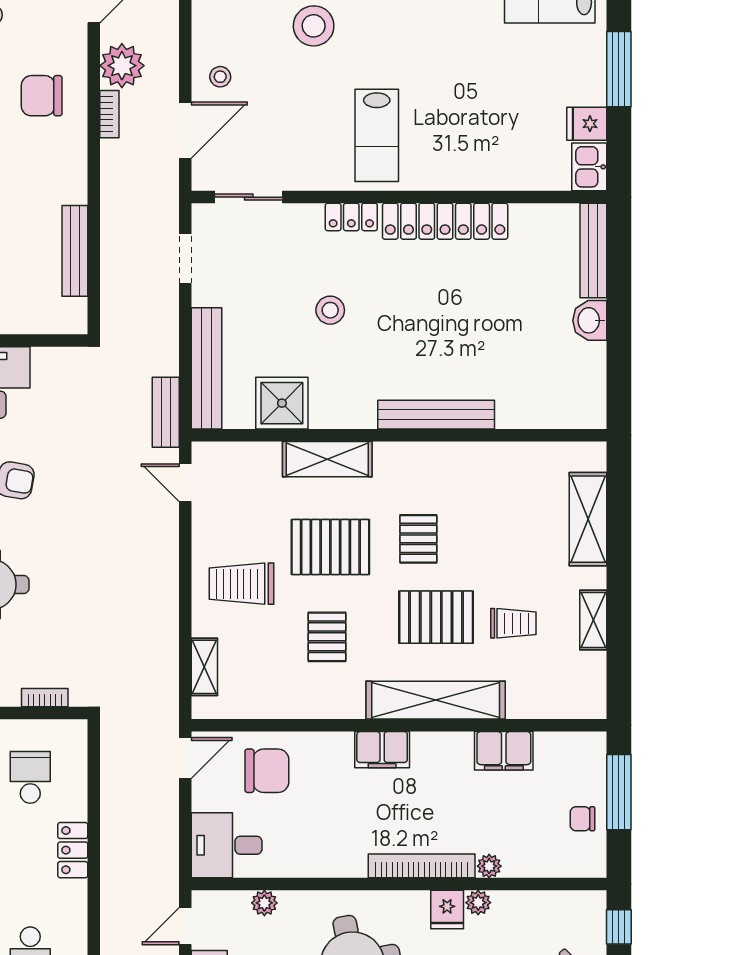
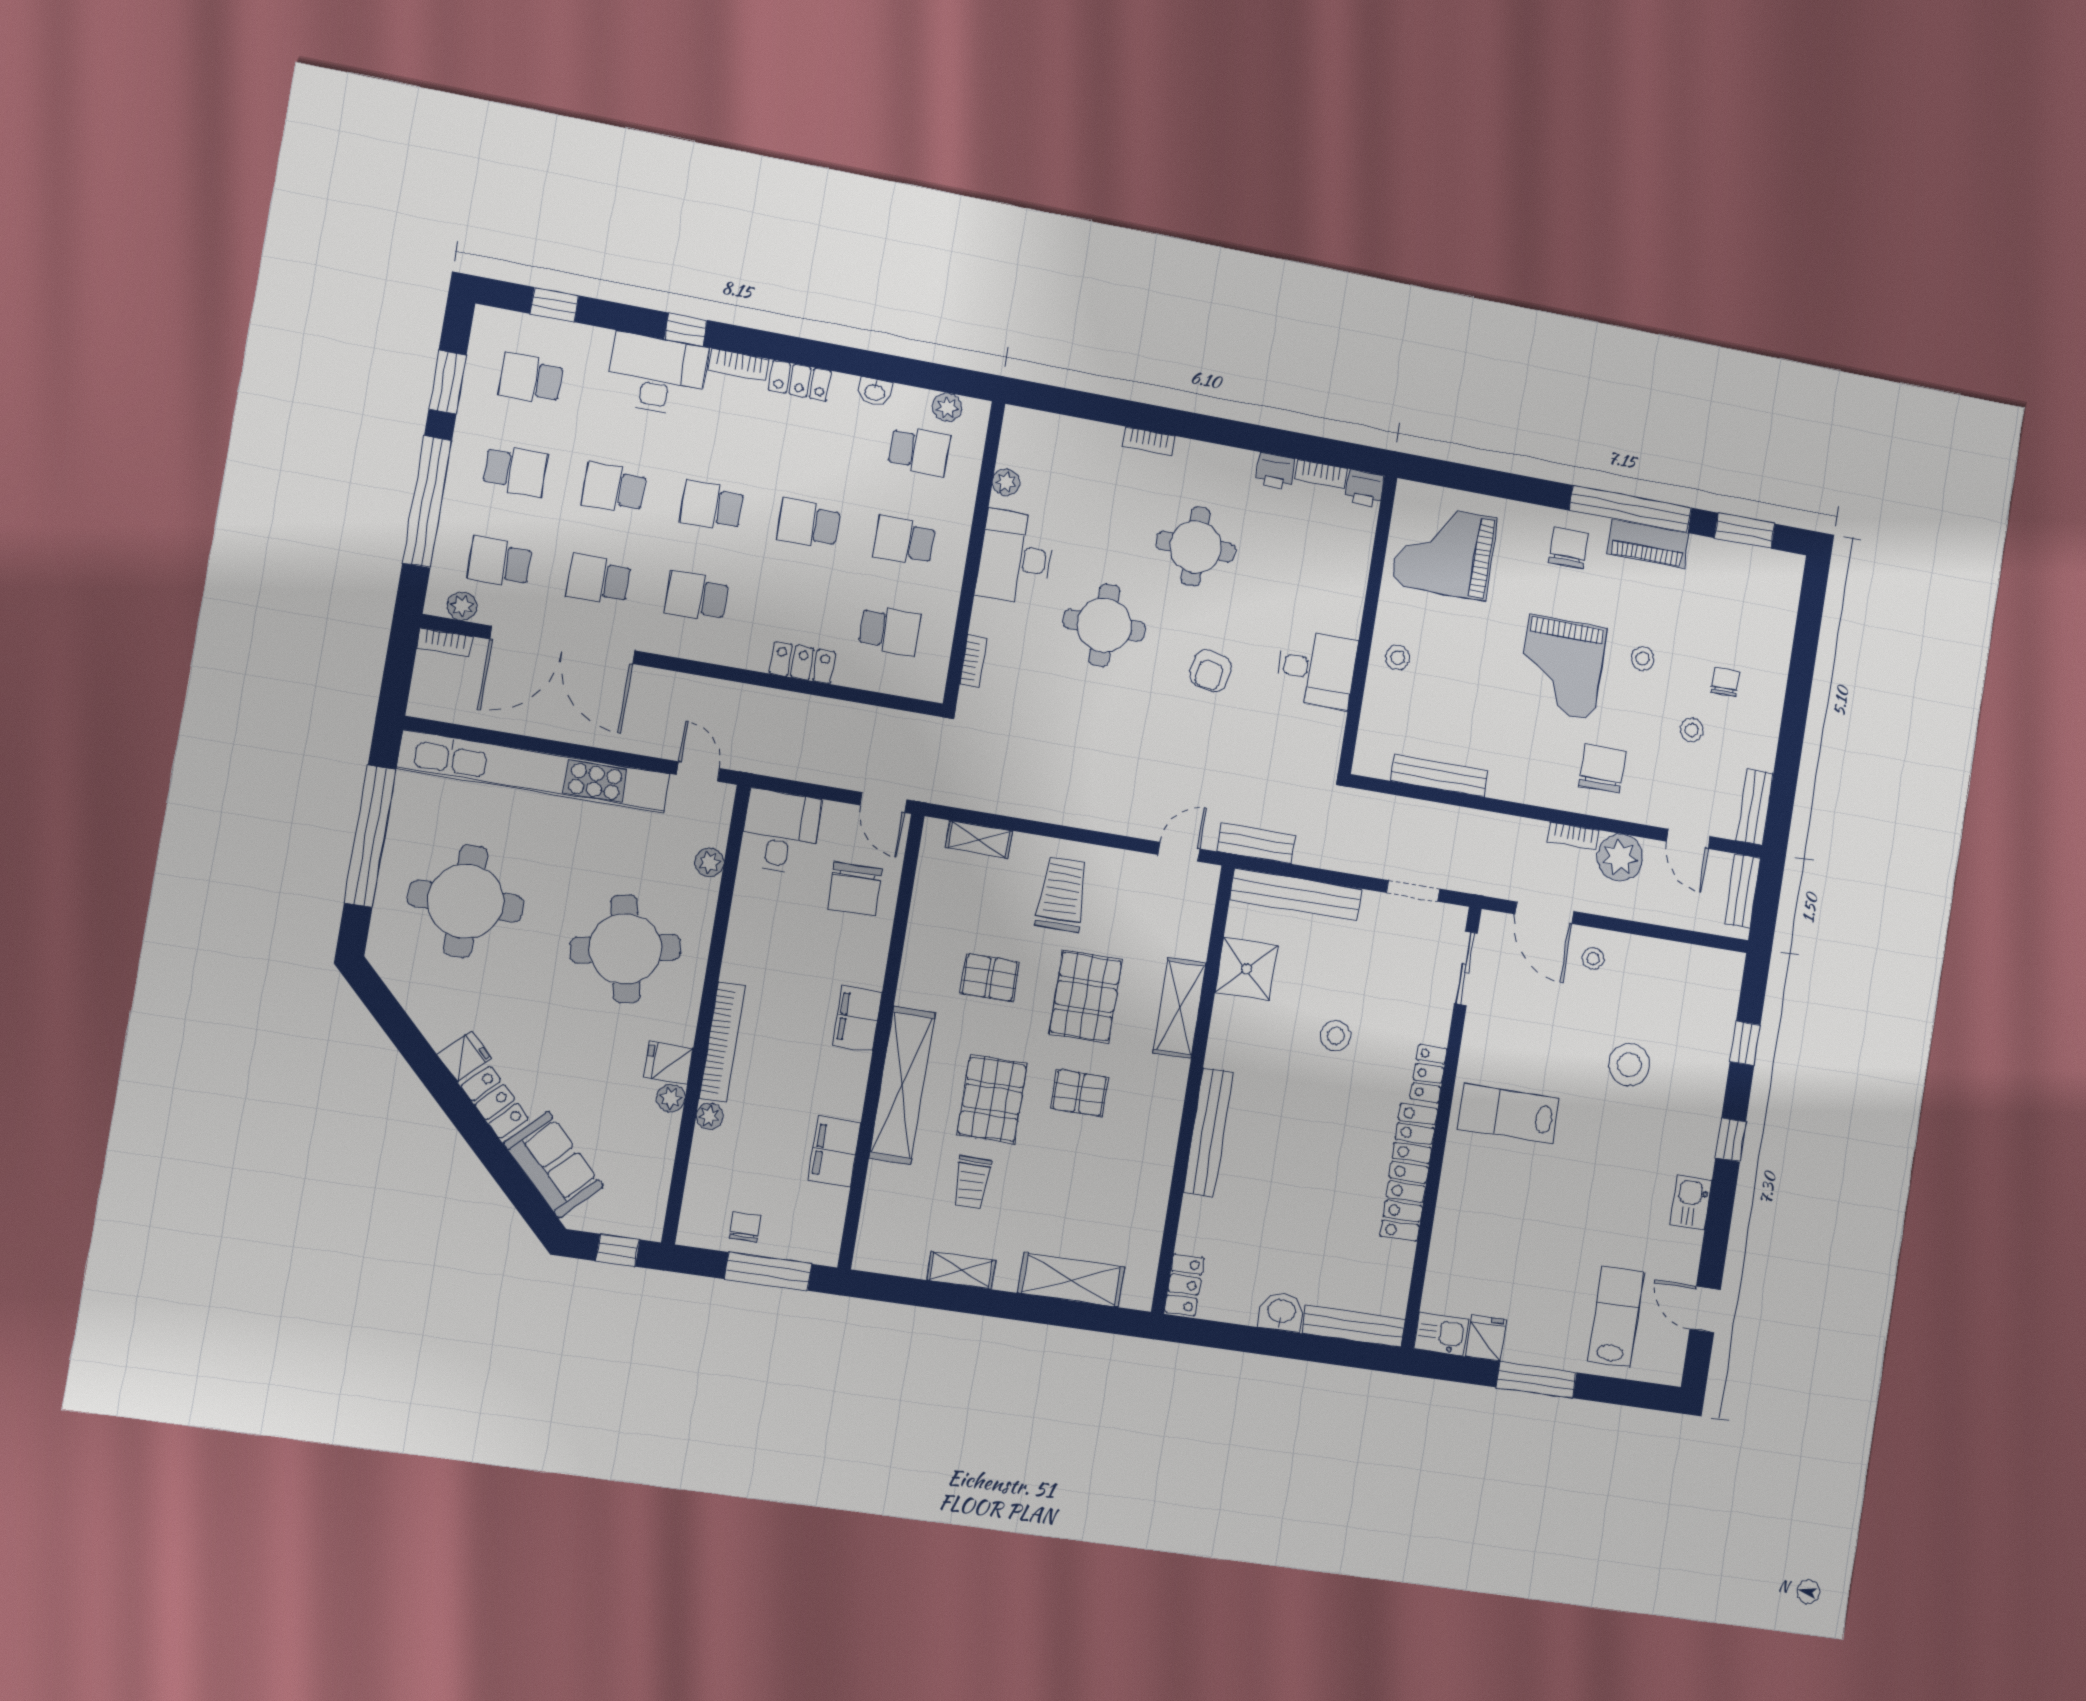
locker: (578, 415) -> (1184, 1285), added

